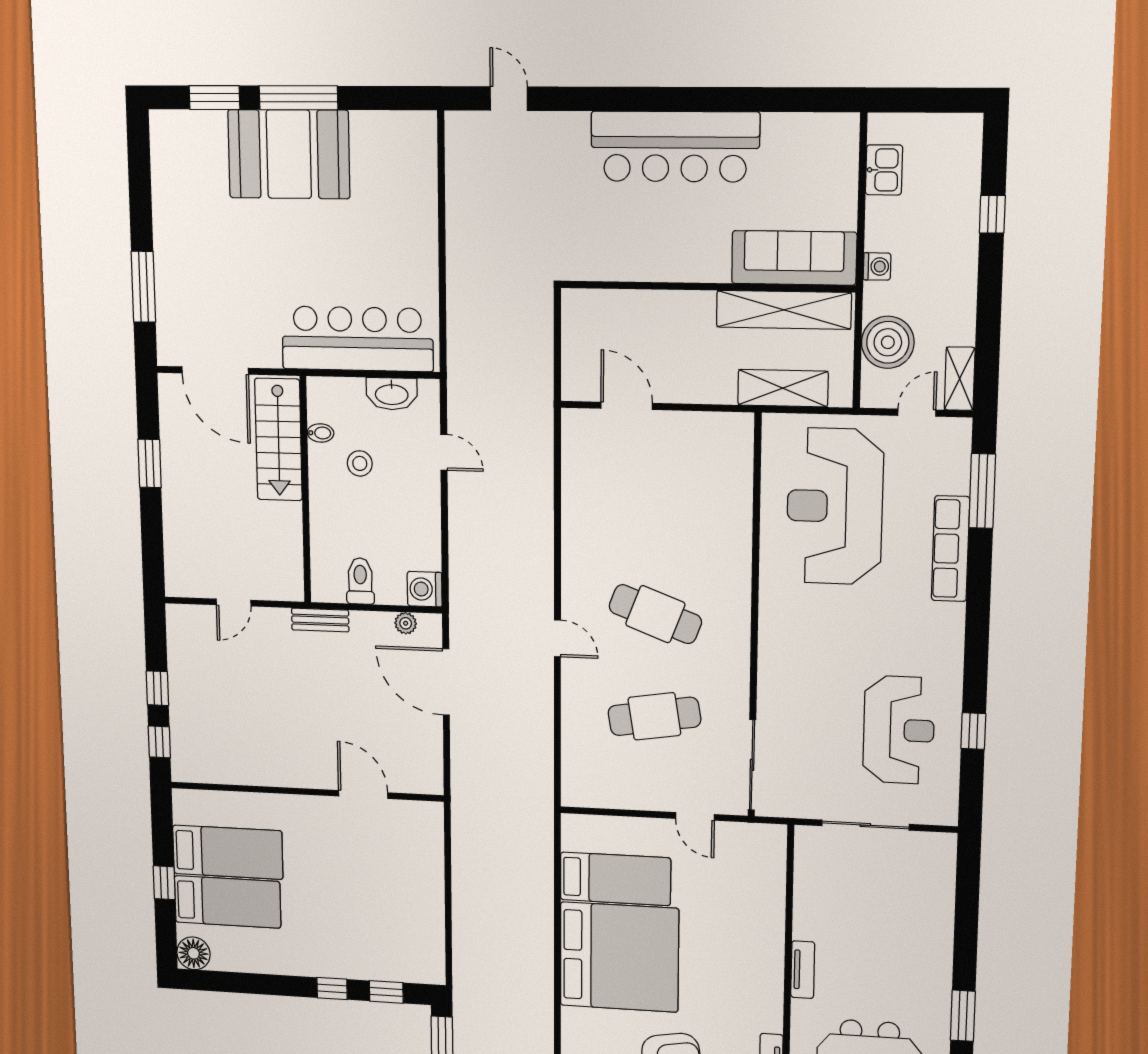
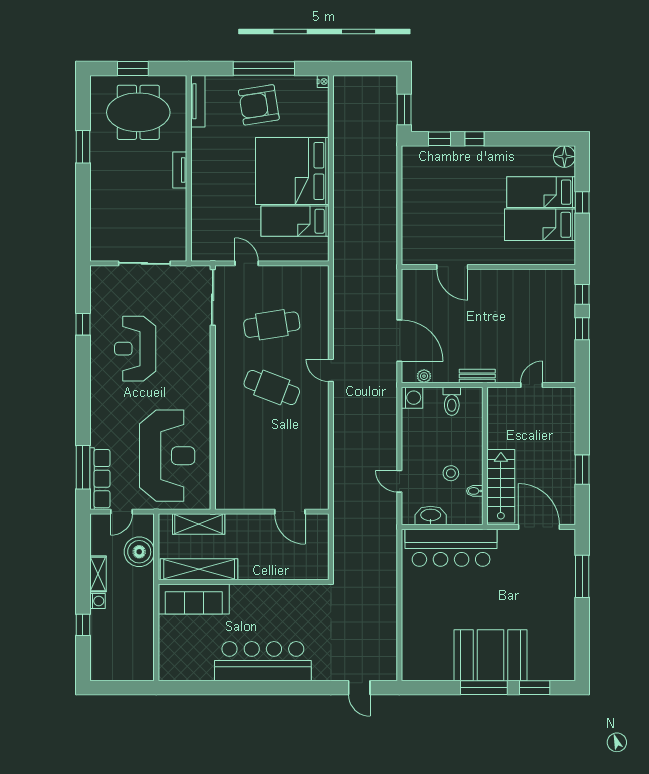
kitchen sink: (884, 170) -> (144, 649), removed
washing machine: (877, 266) -> (97, 601), moved, turned 180
shelving: (960, 379) -> (98, 574), moved
row of seats: (951, 549) -> (100, 479), moved
reception desk: (899, 730) -> (135, 349), moved

